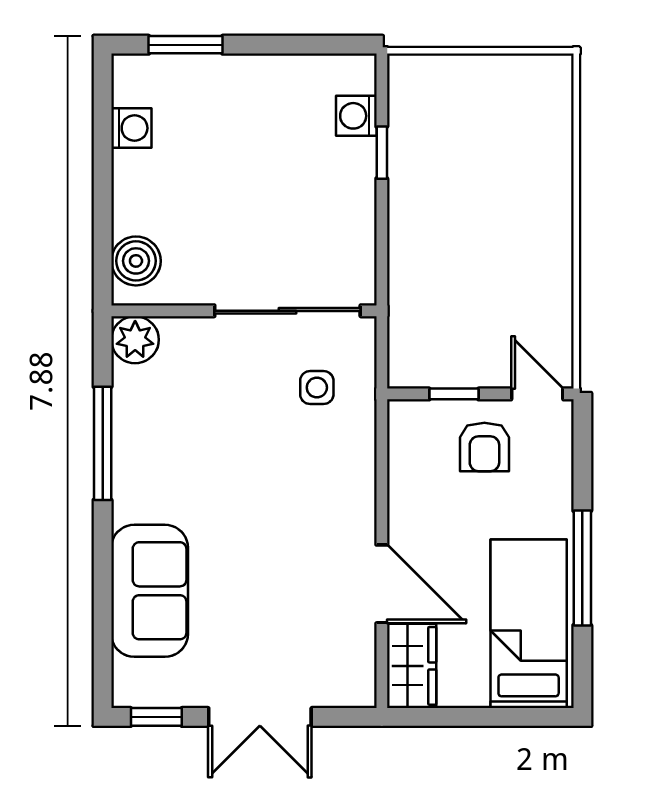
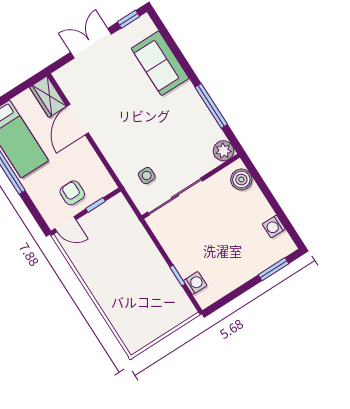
door: (382, 584) -> (78, 120), hinge flipped

